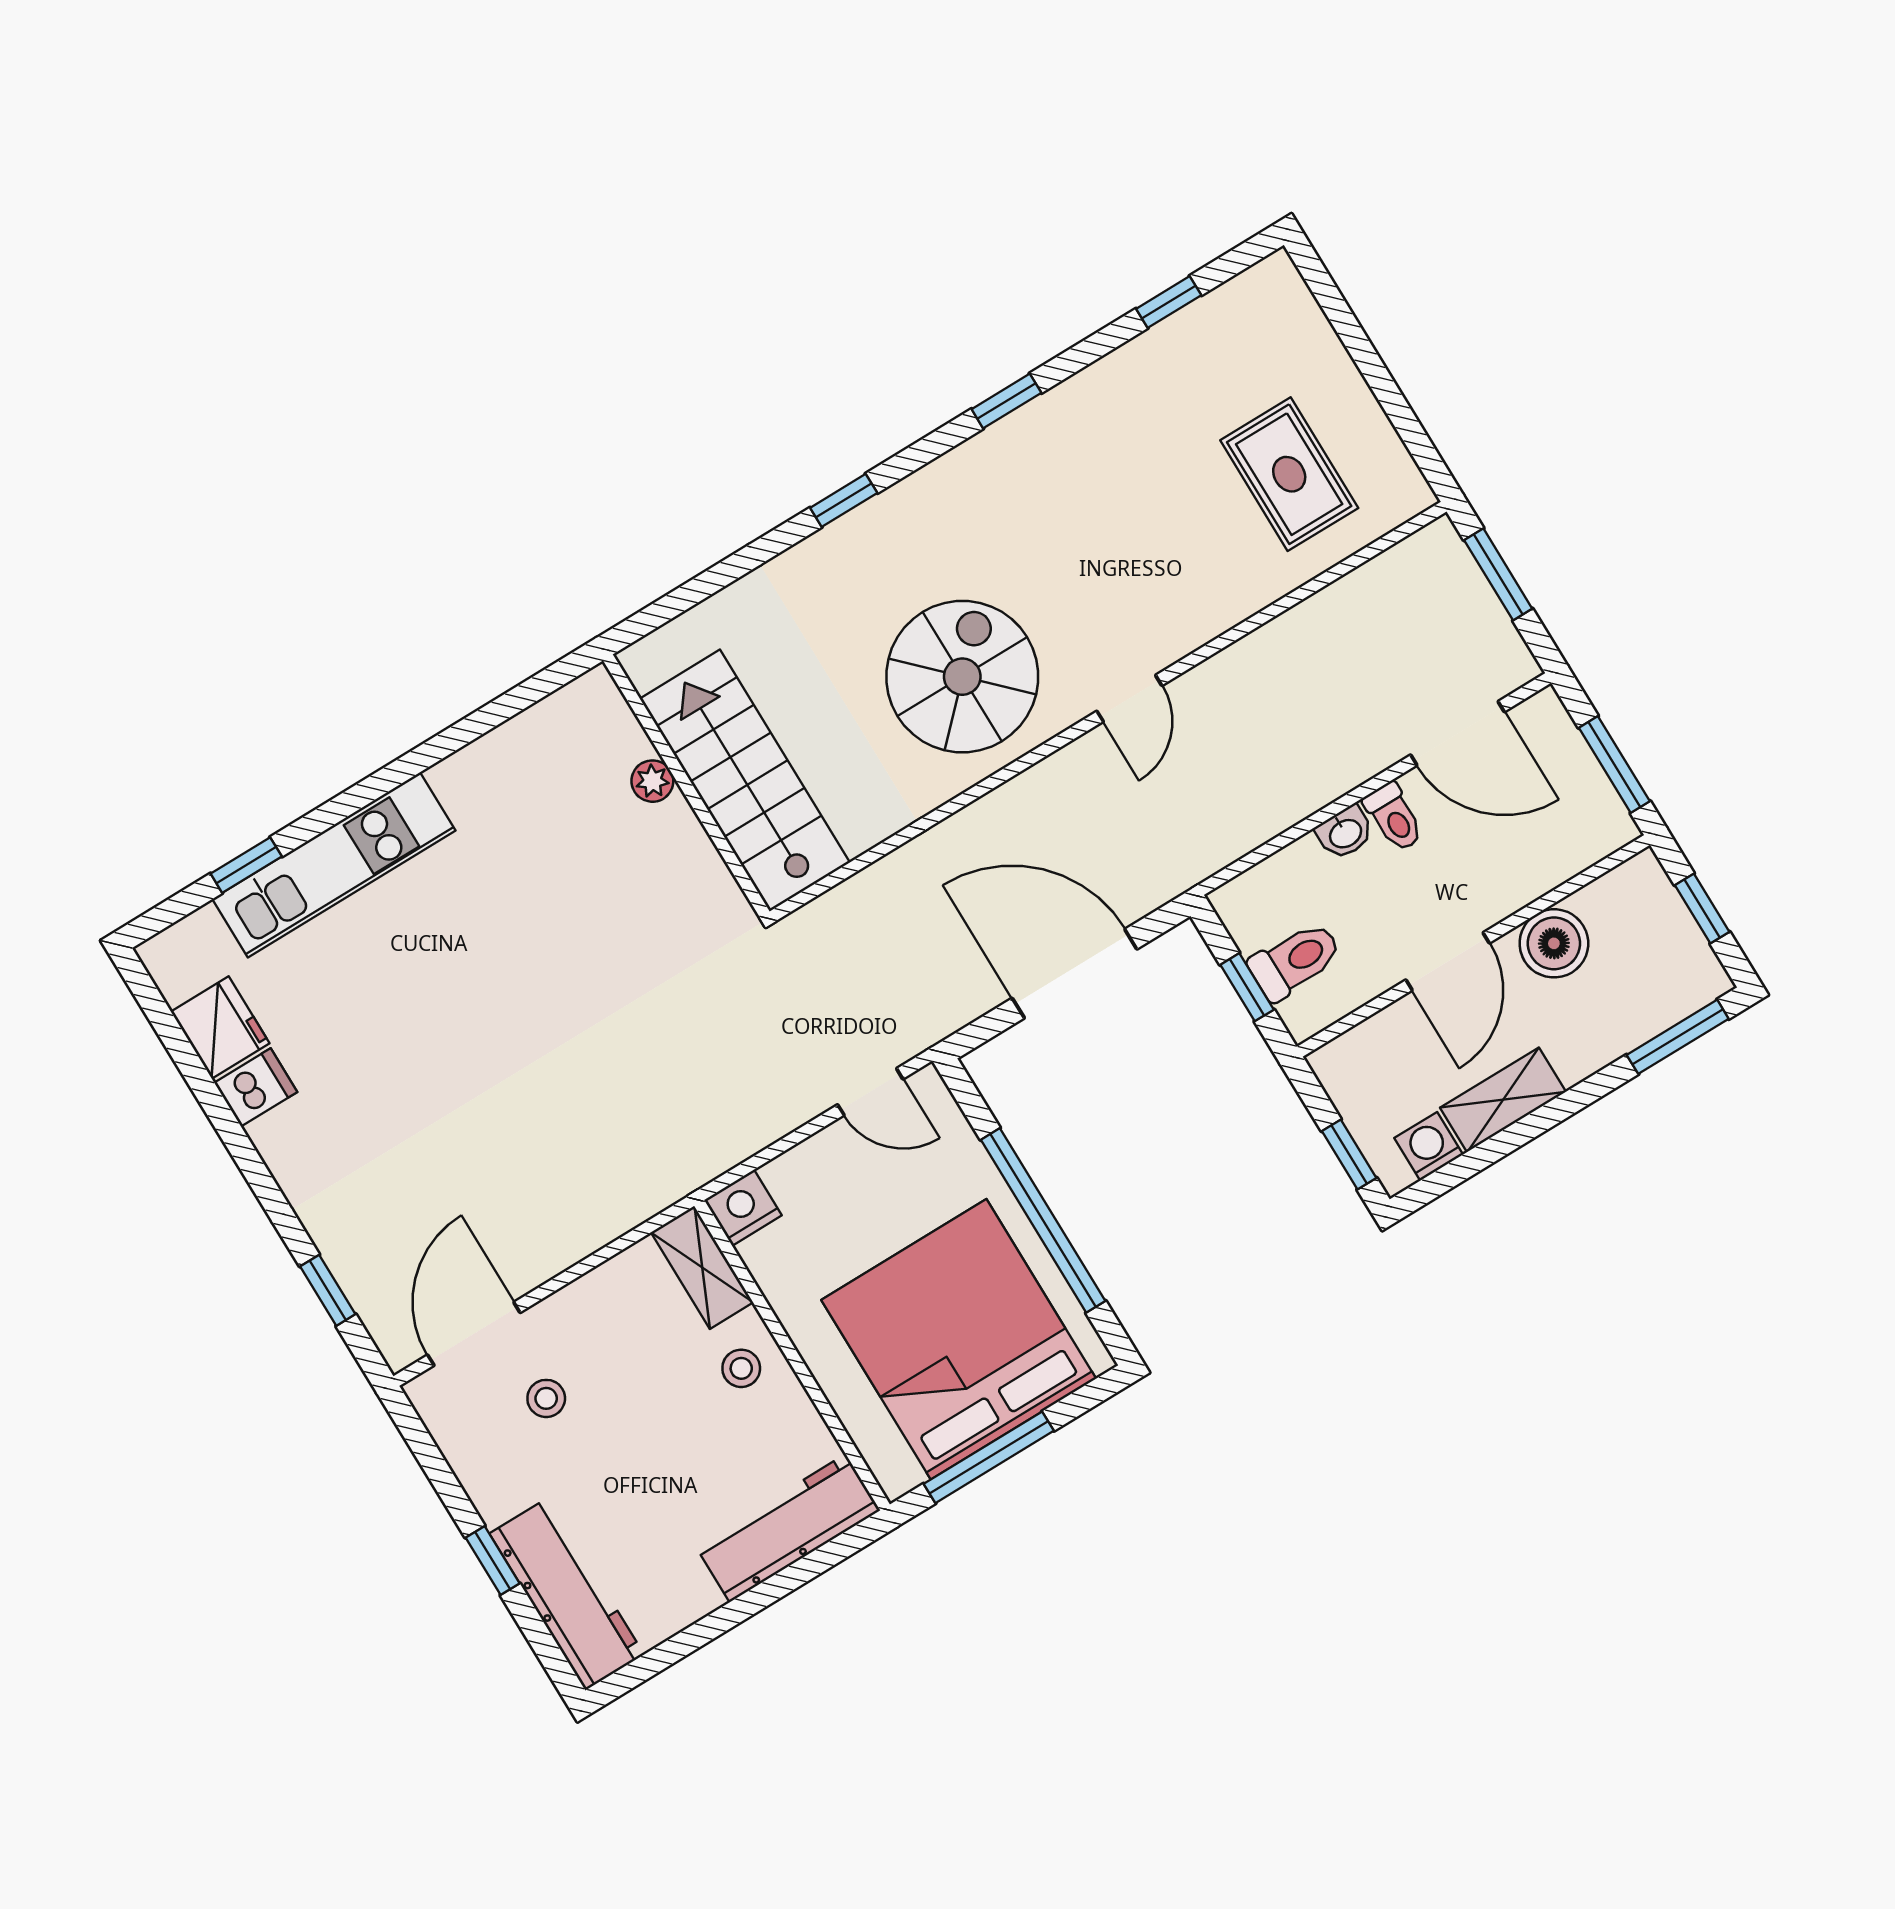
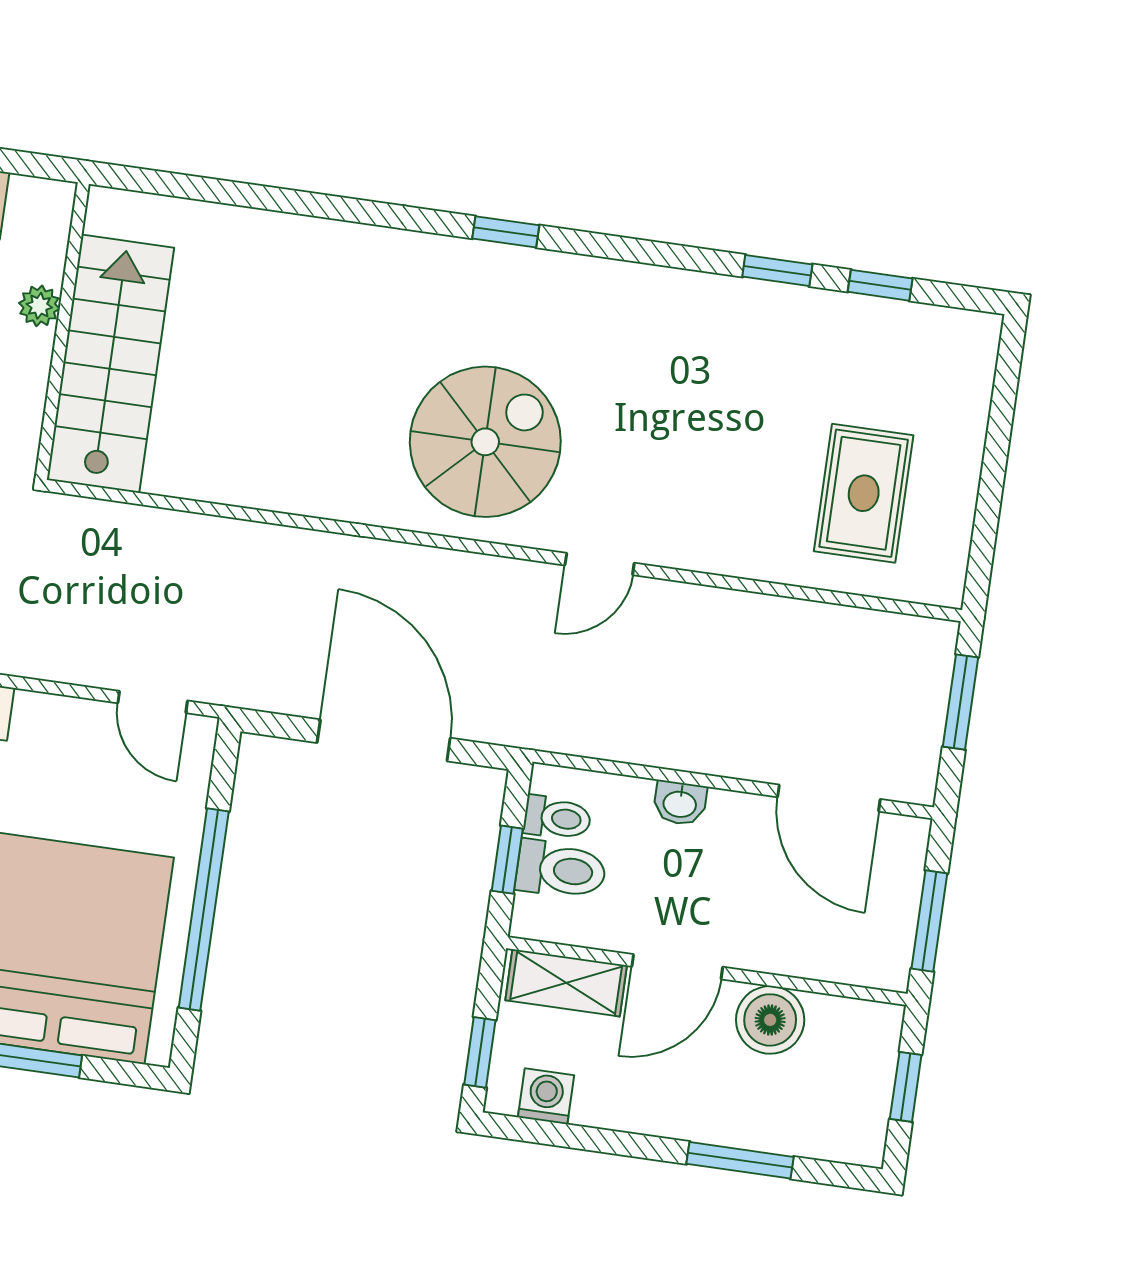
window: (1006, 401) -> (777, 271), moved
stairs: (745, 780) -> (110, 364), moved
plant: (652, 781) -> (39, 306), moved
wall: (686, 786) -> (62, 331), moved
toilet: (1394, 817) -> (557, 818), moved, turned -90
window: (1678, 1037) -> (740, 1160), moved
shelving: (1503, 1100) -> (566, 983), moved

